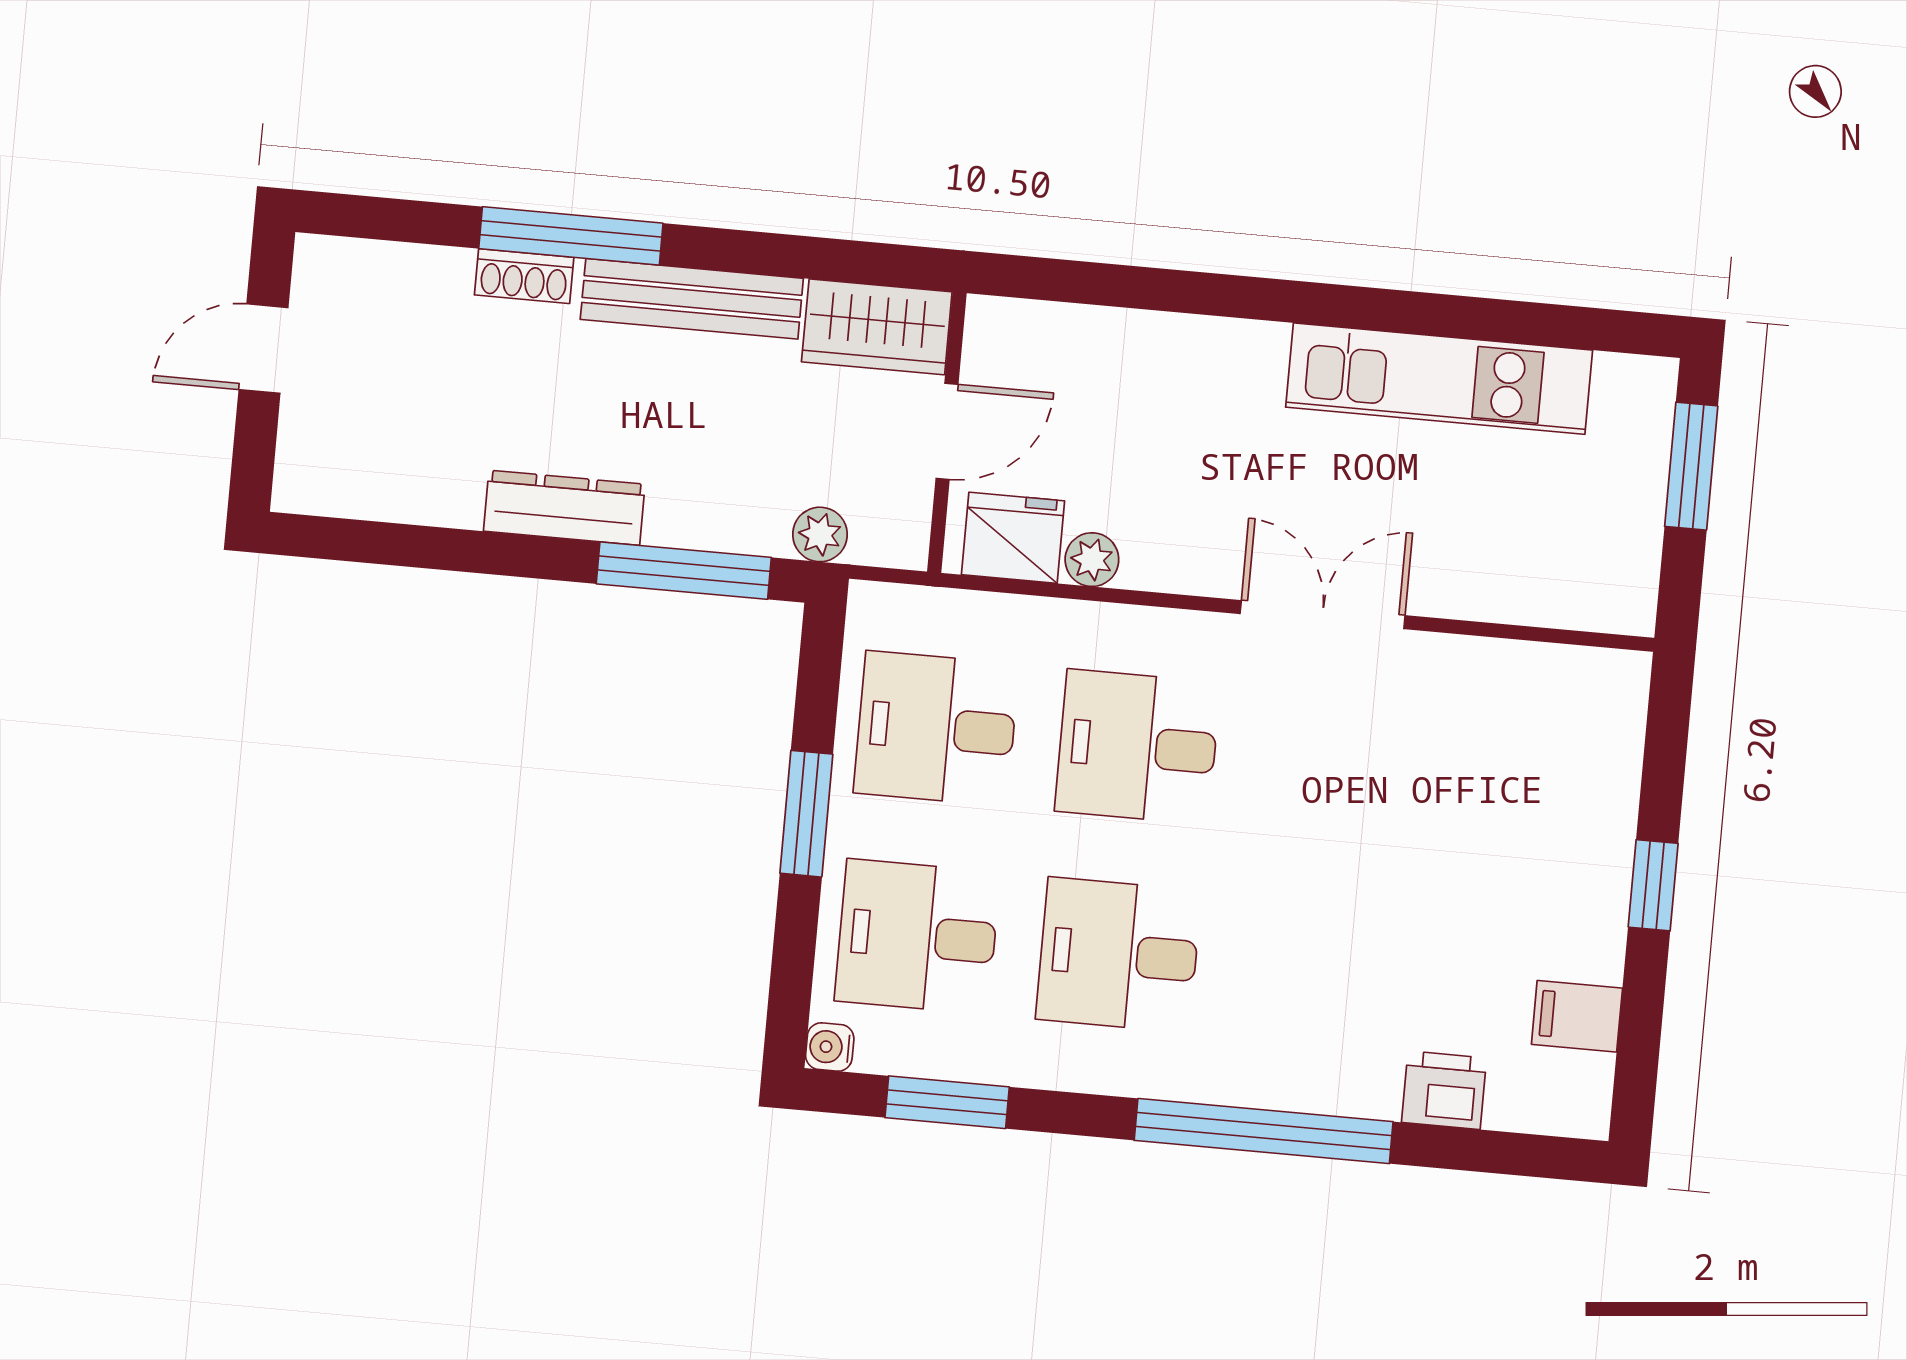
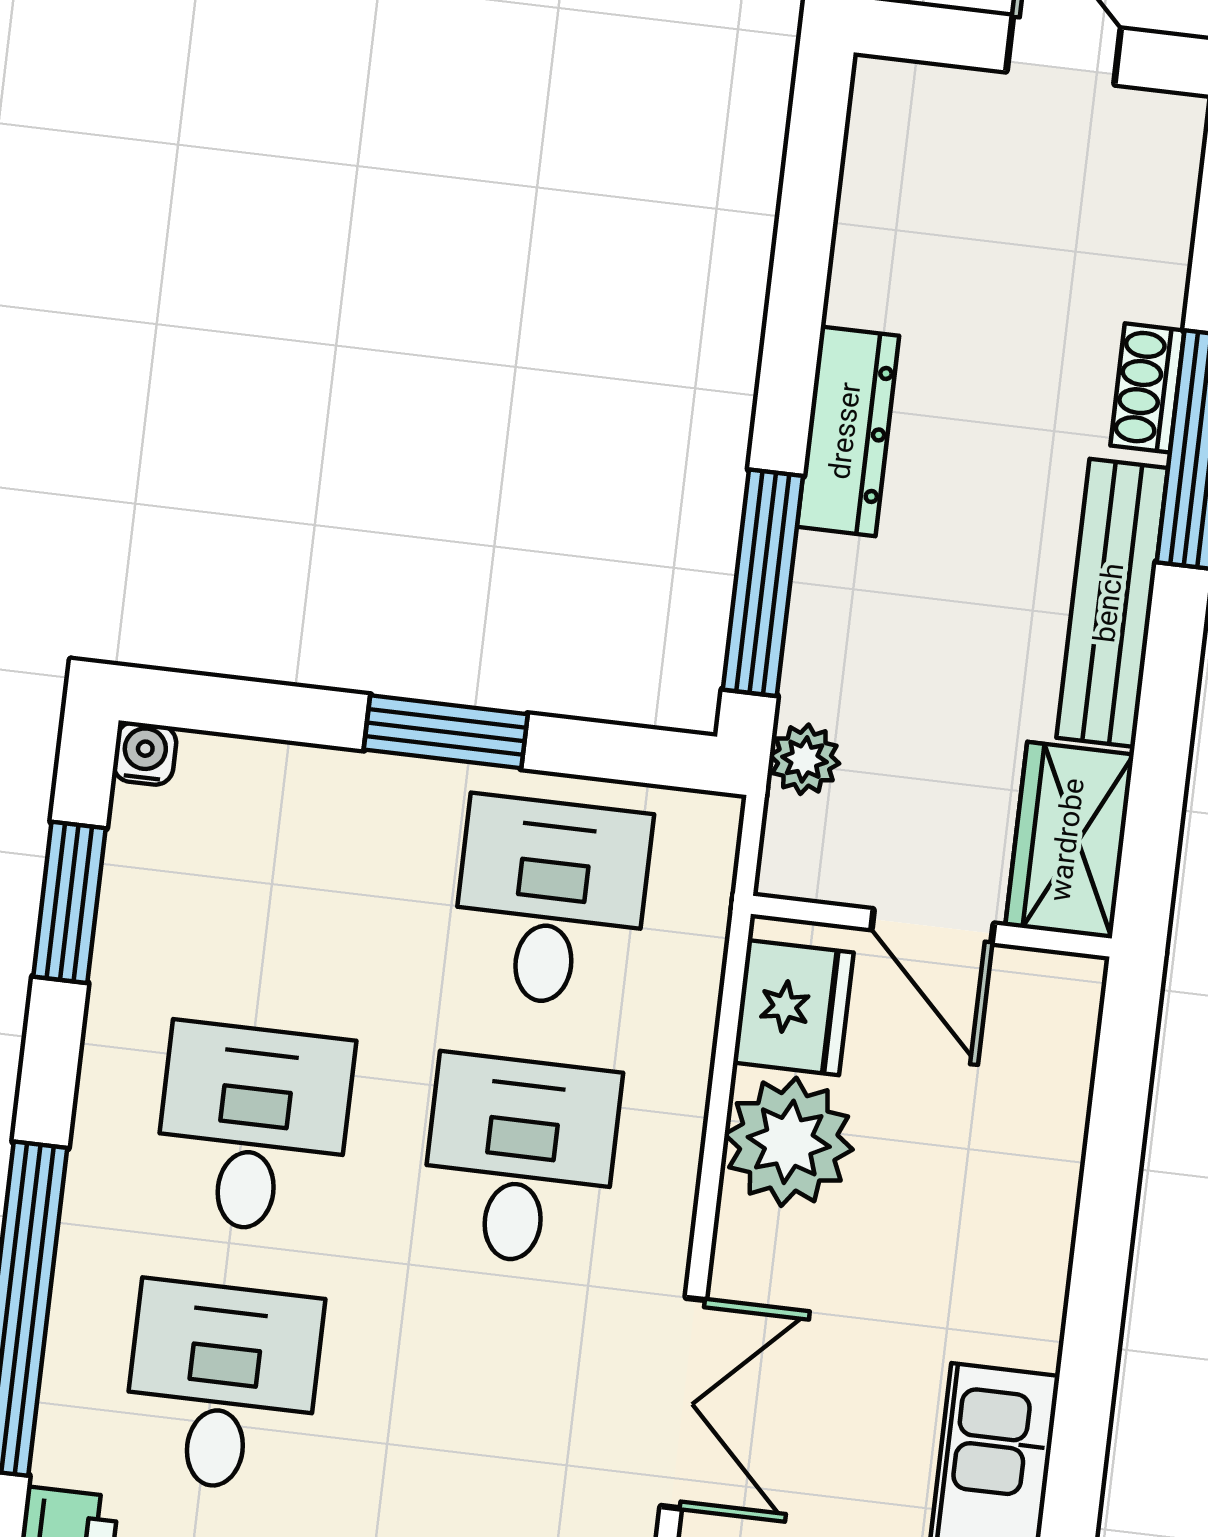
plant: (1092, 560) -> (789, 1142), width x1.87, depth x1.87
desk: (917, 936) -> (222, 1387), moved

